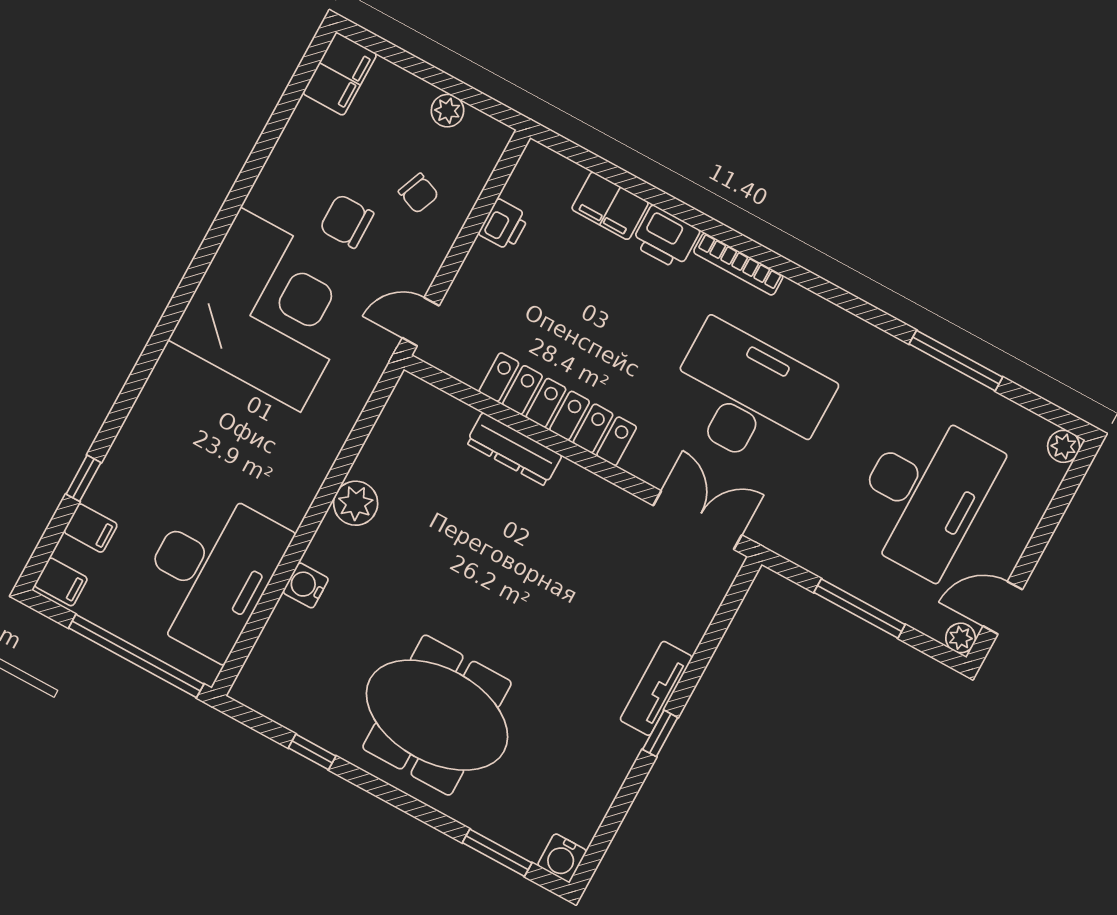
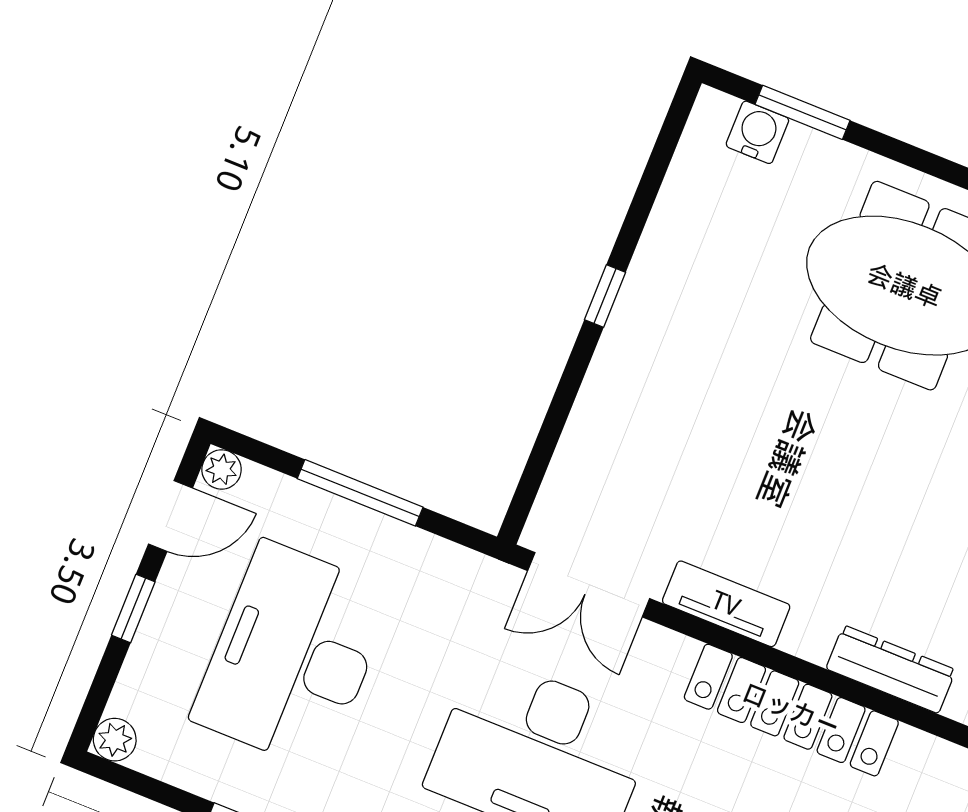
dresser: (514, 449) -> (891, 669), moved
window: (1038, 542) -> (133, 608), added
tv unit: (656, 688) -> (726, 604), moved, turned -90
water cooler: (562, 858) -> (757, 132), moved

